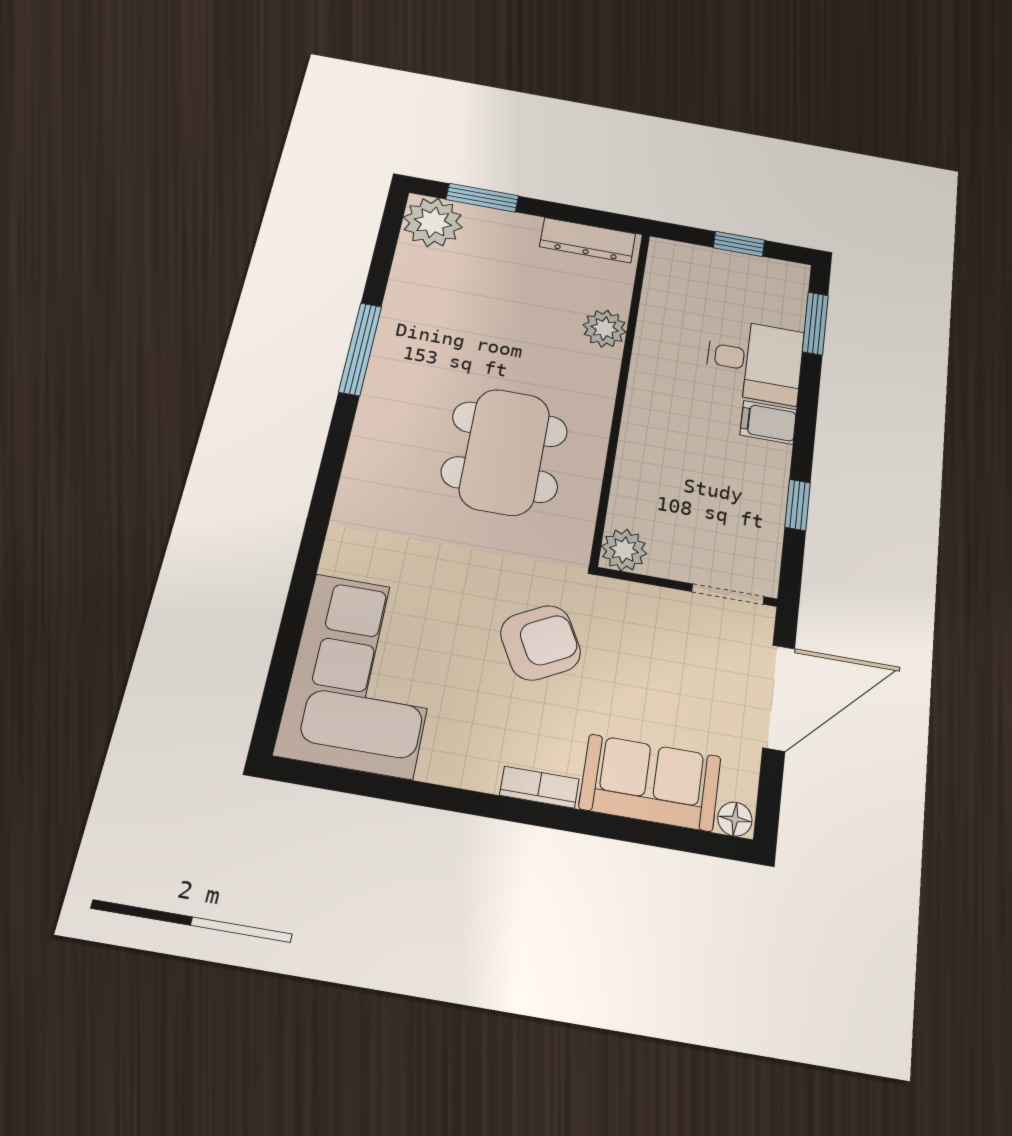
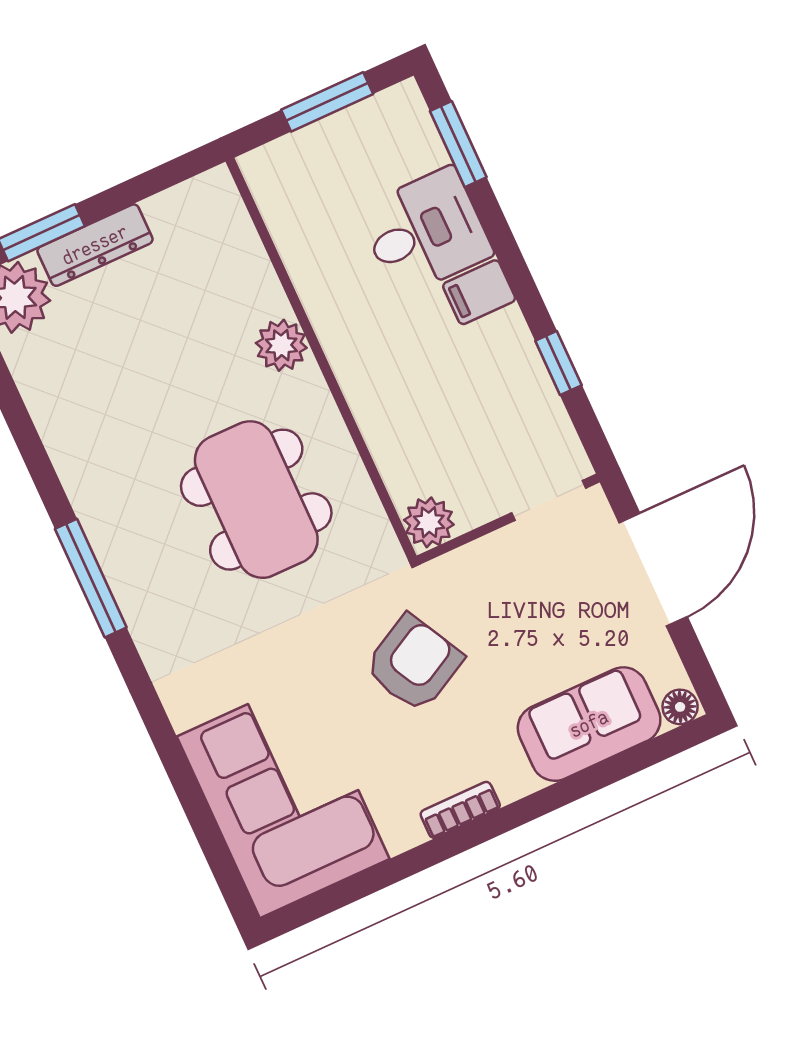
dresser: (588, 240) -> (95, 245), moved
window: (739, 244) -> (327, 102), width x1.50
plant: (605, 329) -> (281, 345), moved
window: (360, 349) -> (91, 578), moved
bookcase: (539, 787) -> (460, 810), moved

